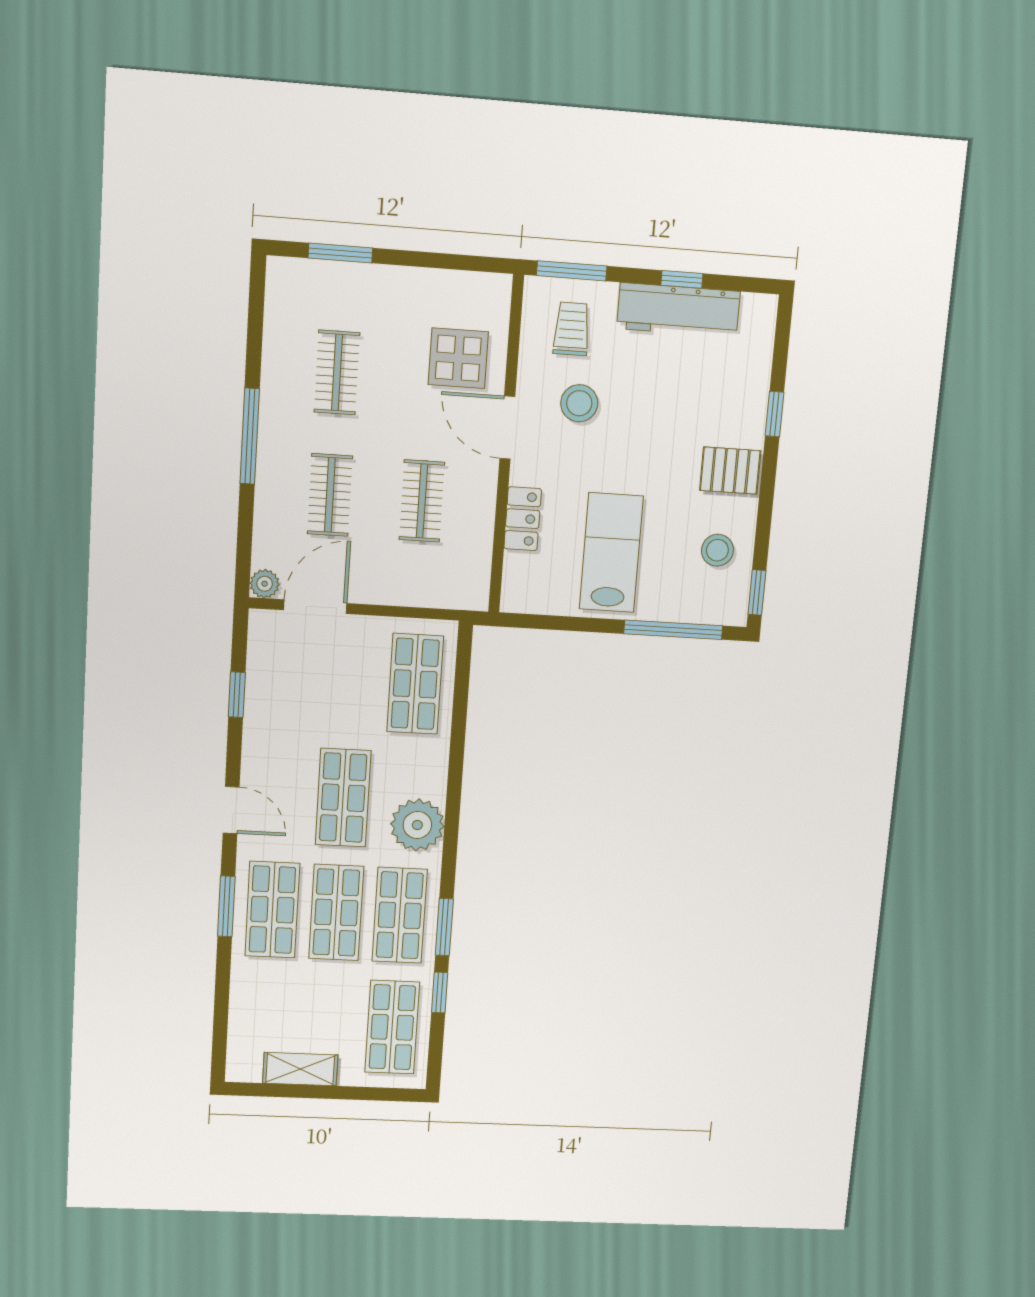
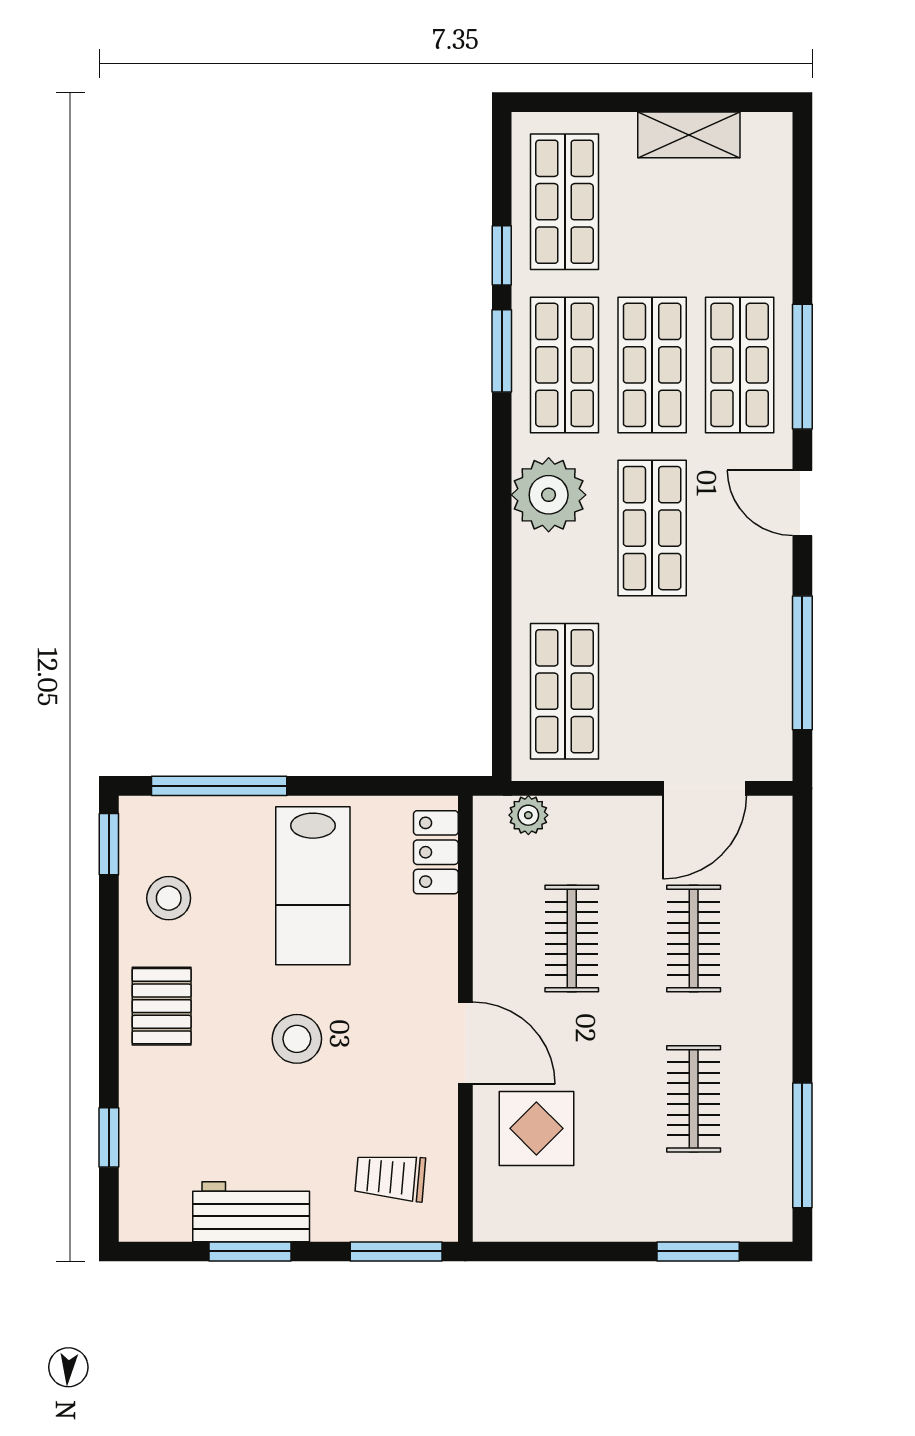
window: (682, 279) -> (250, 1251), width x1.50
workbench: (678, 310) -> (251, 1212), width x0.73
trolley: (572, 329) -> (390, 1177), turned 95
stool: (579, 403) -> (297, 1039), moved
window: (775, 414) -> (109, 1137), moved
window: (250, 436) -> (802, 1145), moved
pallet: (730, 471) -> (162, 1006), turned 90
locker: (523, 519) -> (436, 852), moved
plant: (265, 584) -> (528, 815), moved
window: (237, 695) -> (802, 663), width x2.17
window: (226, 906) -> (802, 367), width x1.44

